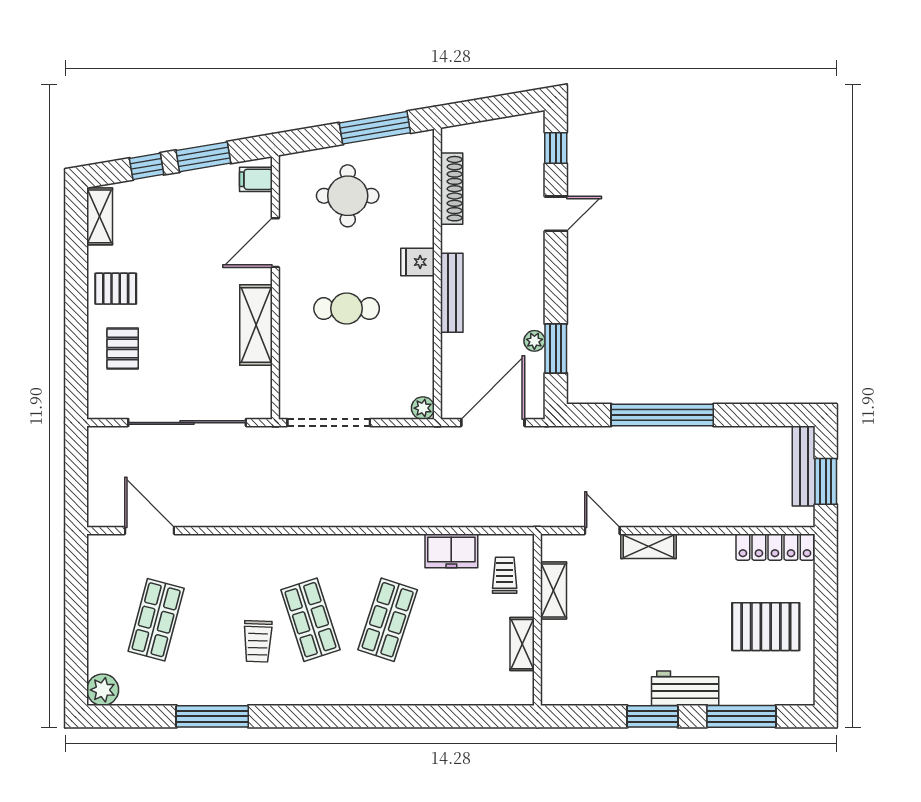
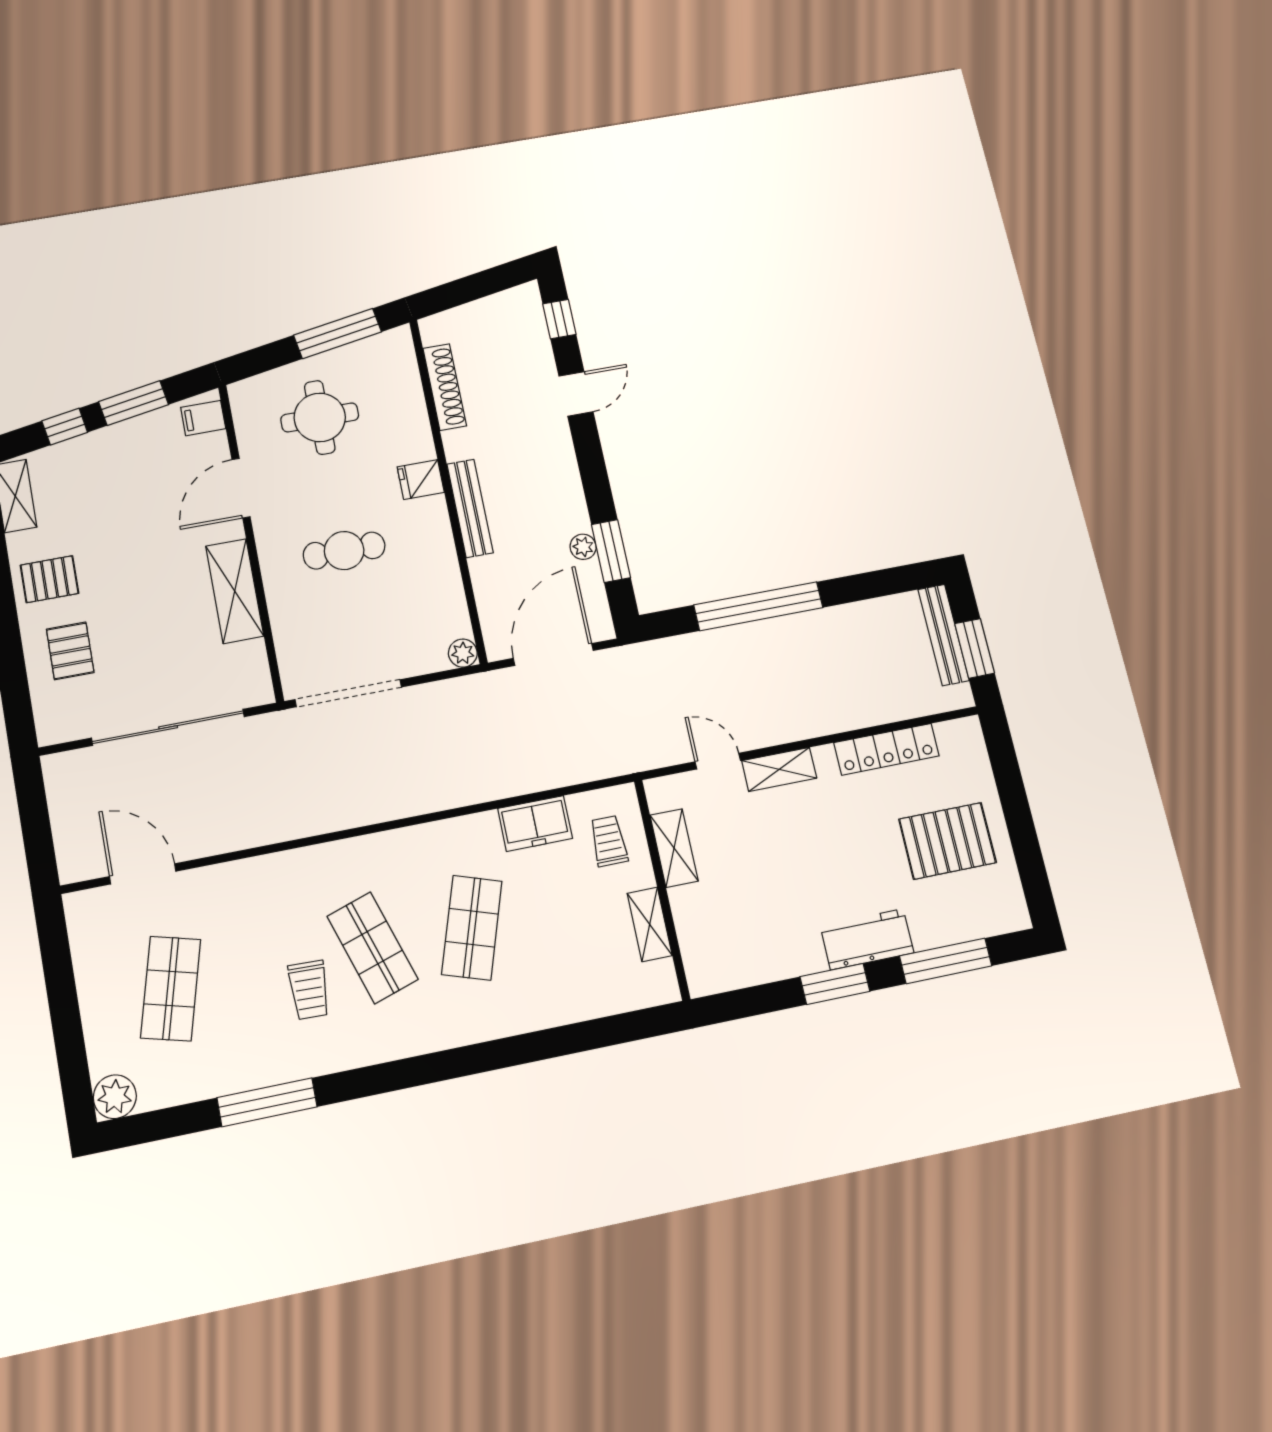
locker: (775, 547) -> (886, 749), moved

